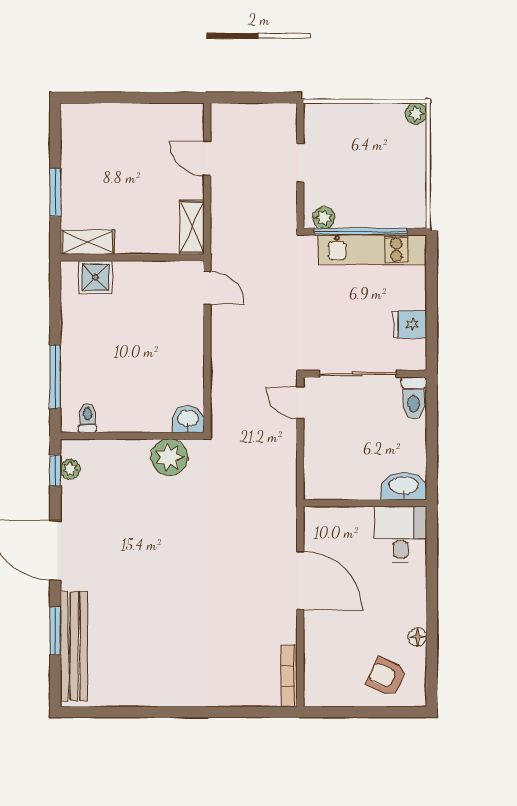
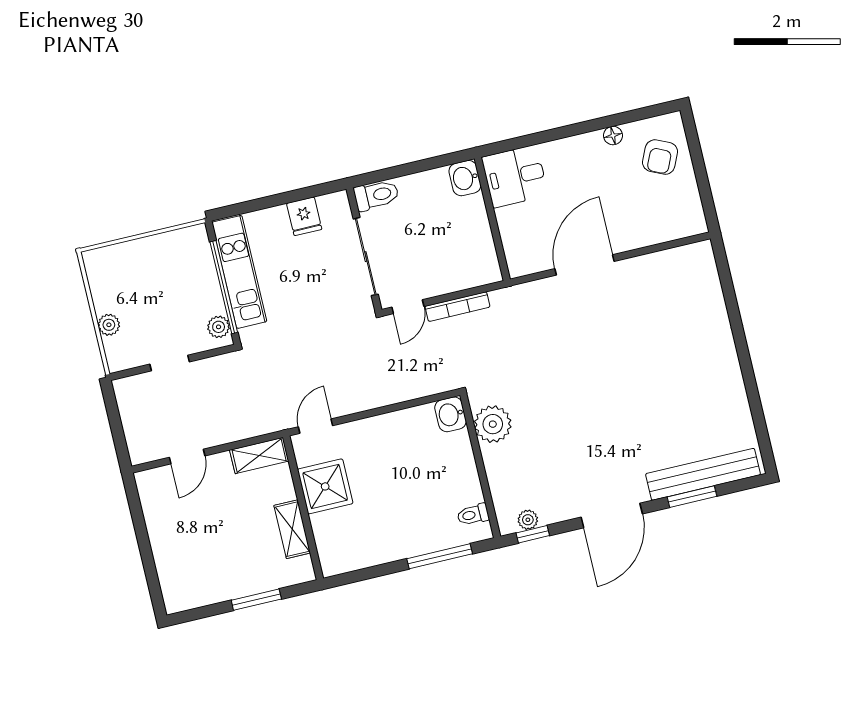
plant: (416, 113) -> (109, 325), moved
shelving: (87, 242) -> (292, 529), moved
shower: (95, 277) -> (325, 486), moved, width x1.36, depth x1.36
washbasin: (404, 486) -> (465, 178), width x0.72
bookcase: (289, 676) -> (457, 307), moved

